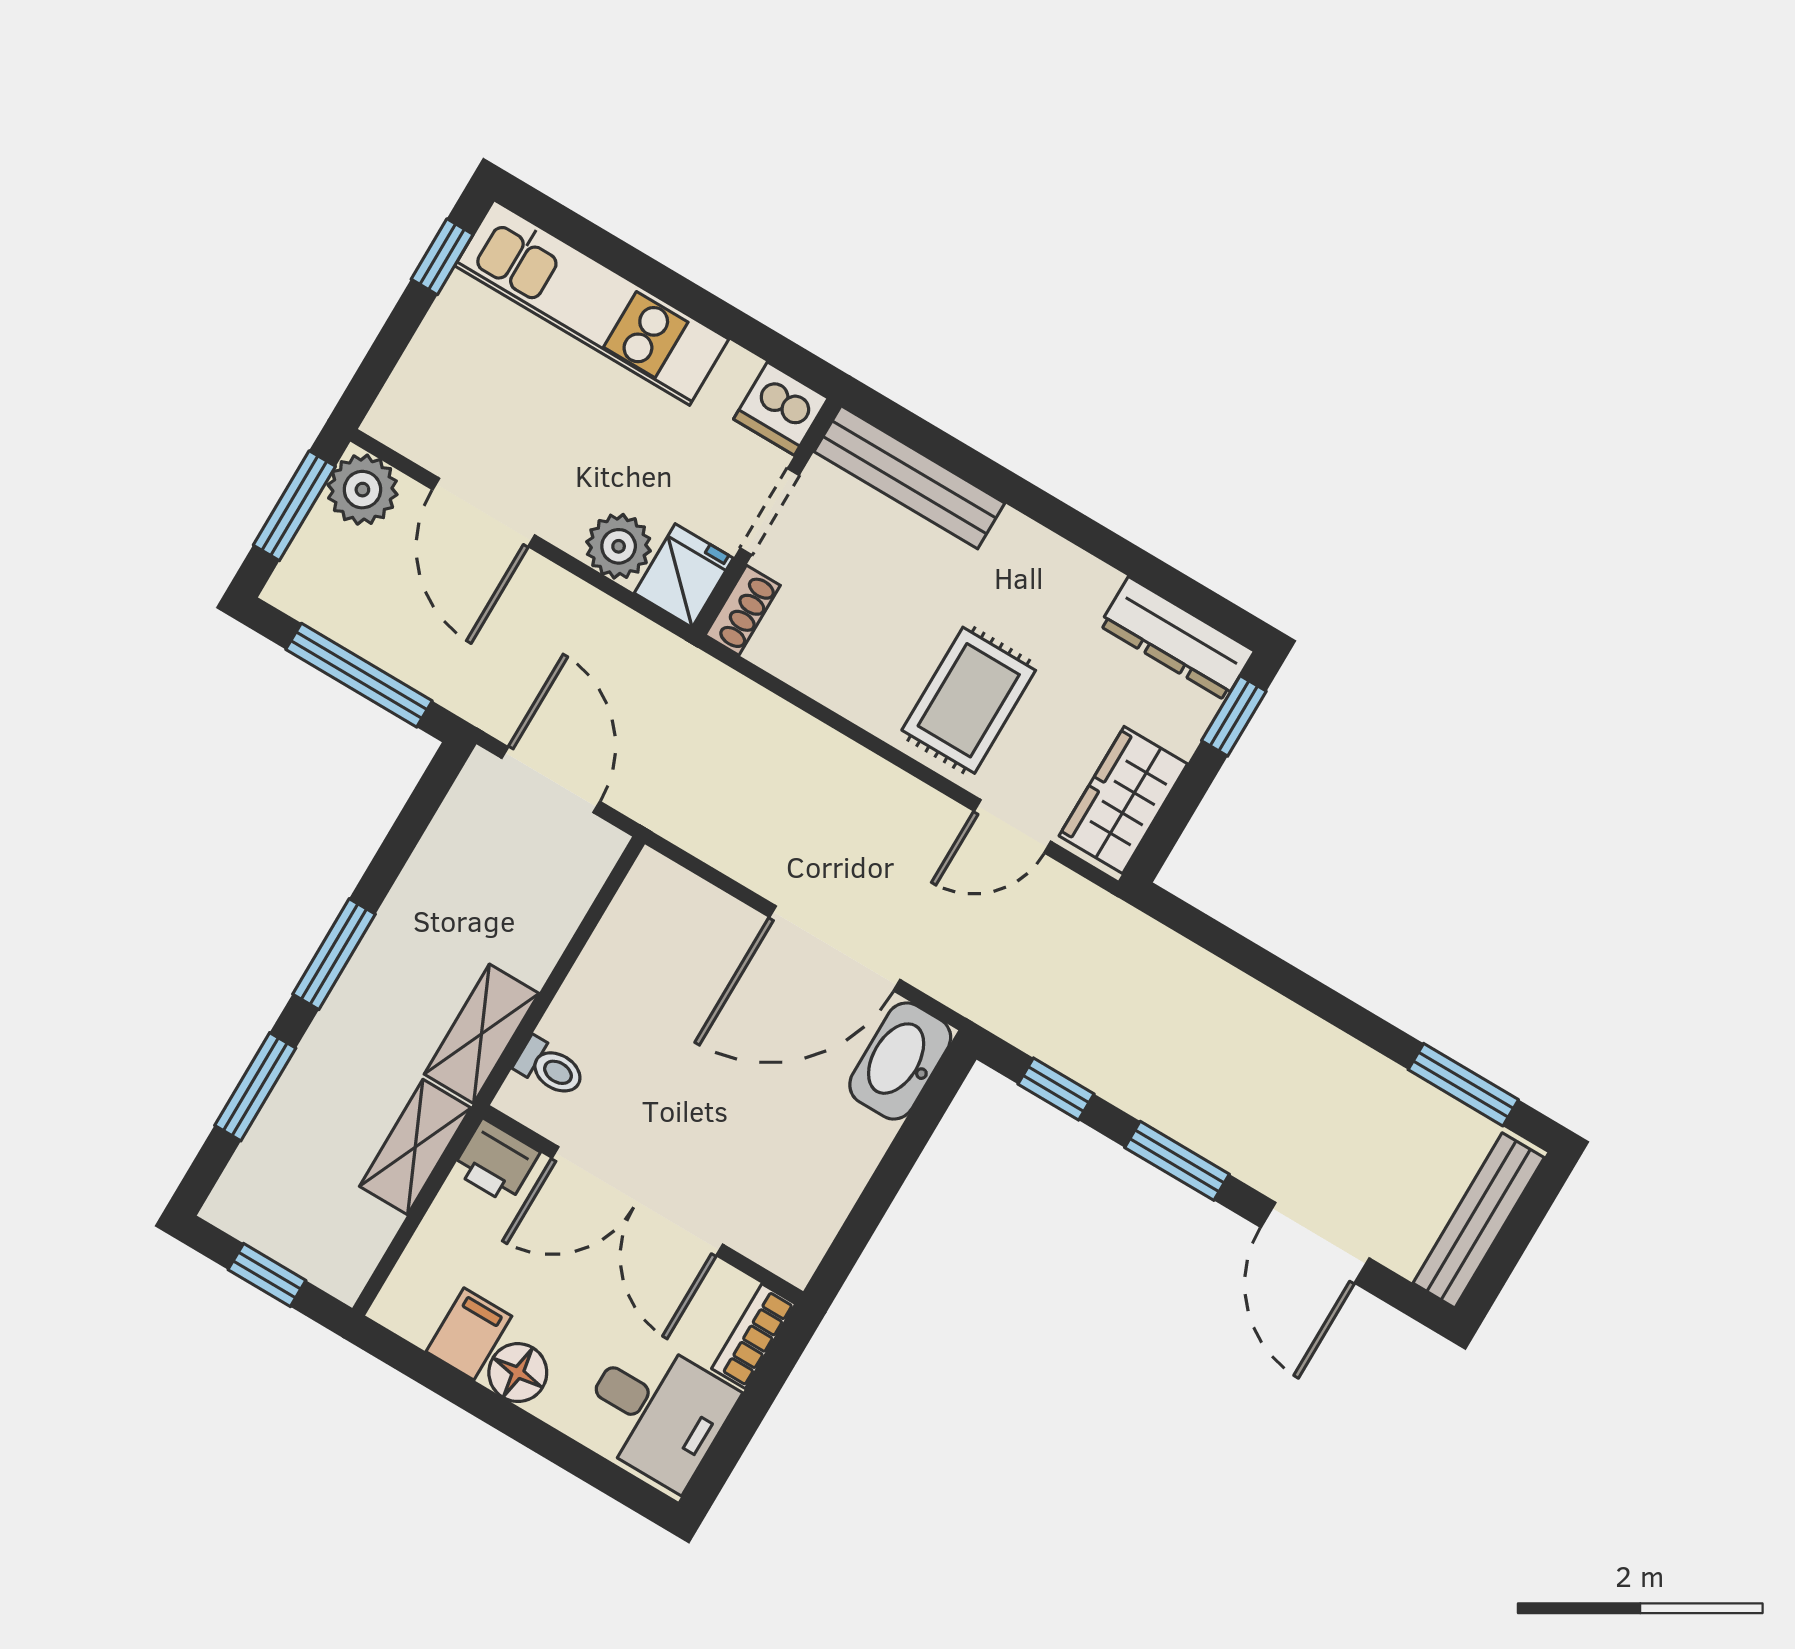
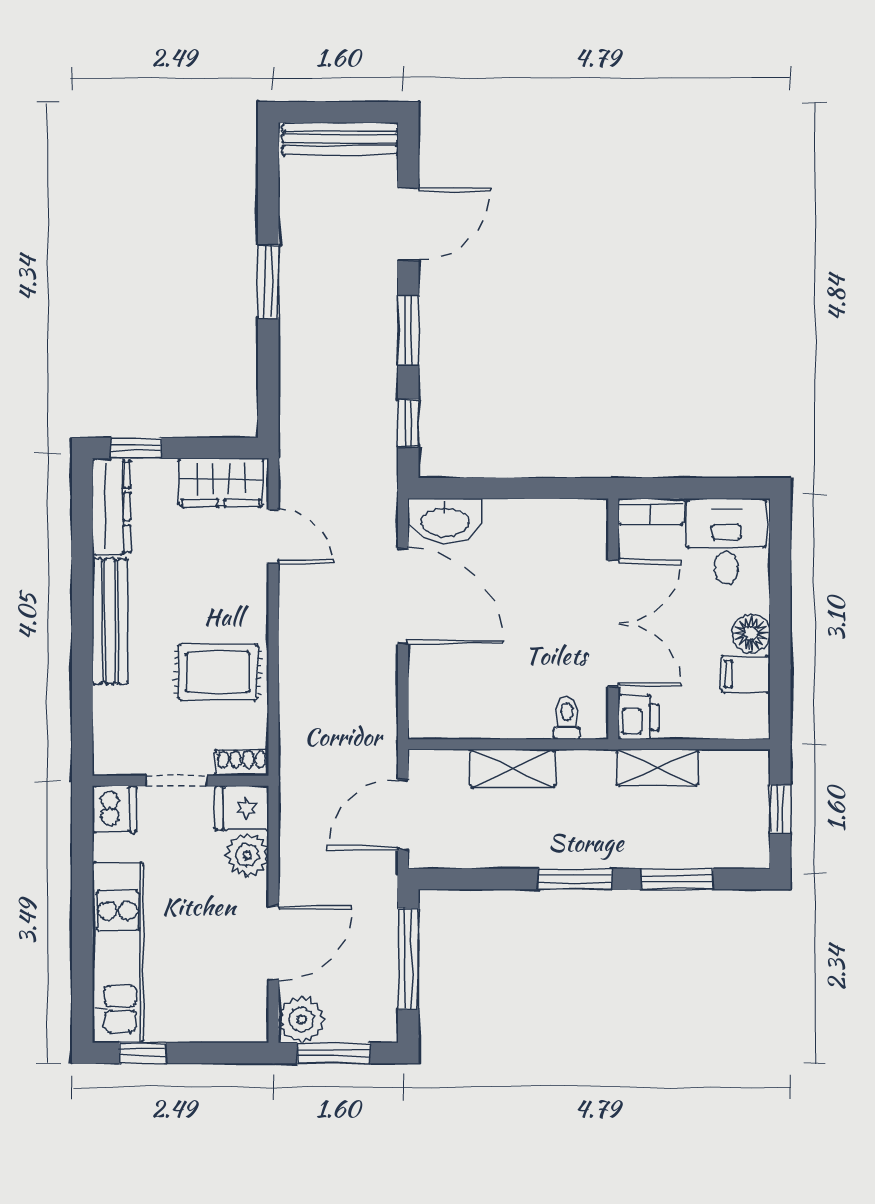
bench: (909, 477) -> (110, 621), moved
rug: (969, 700) -> (218, 672), moved
shelving: (482, 1034) -> (513, 768), moved
window: (1463, 1085) -> (268, 282), moved

